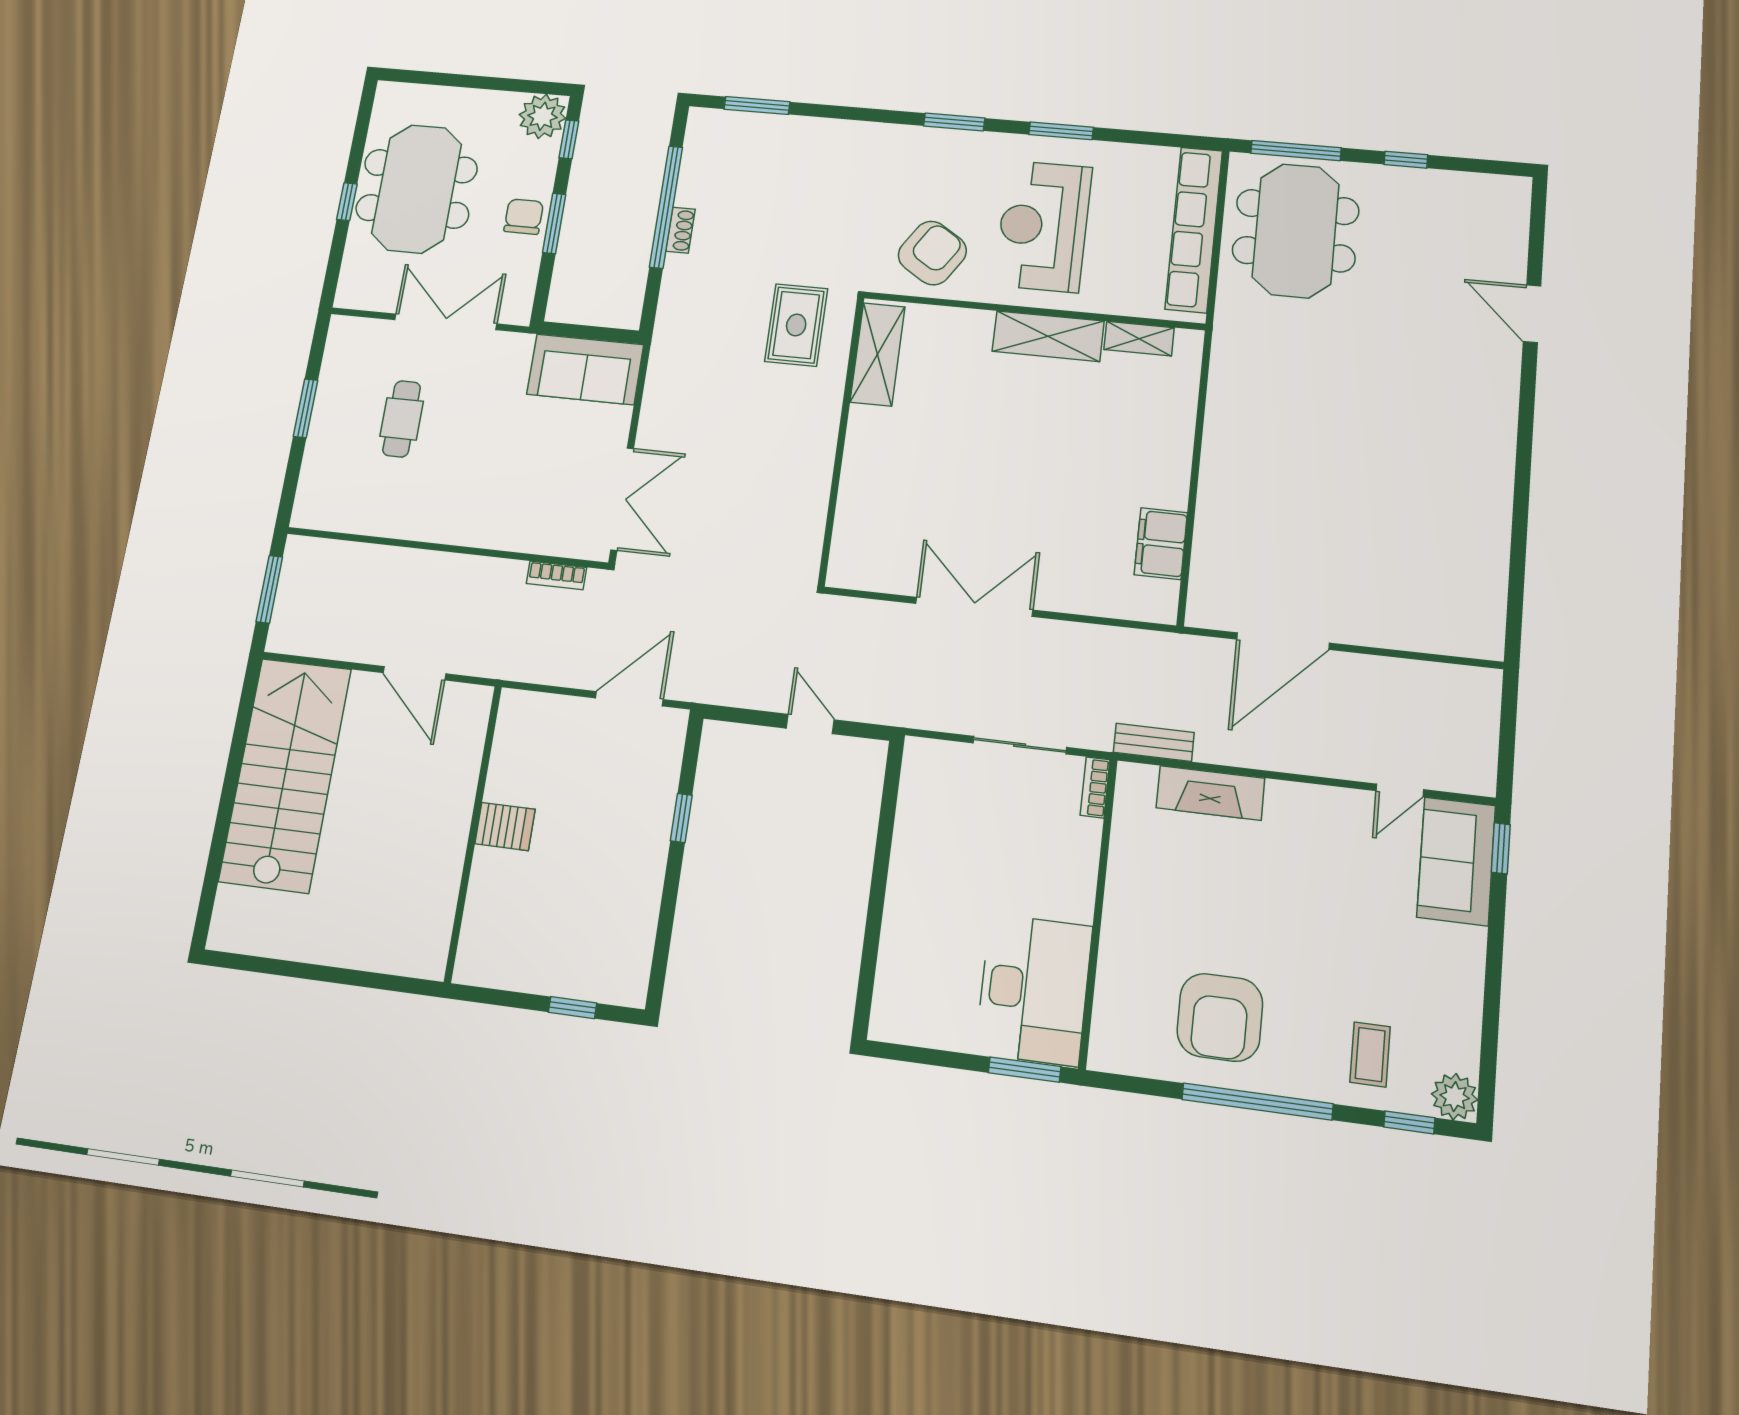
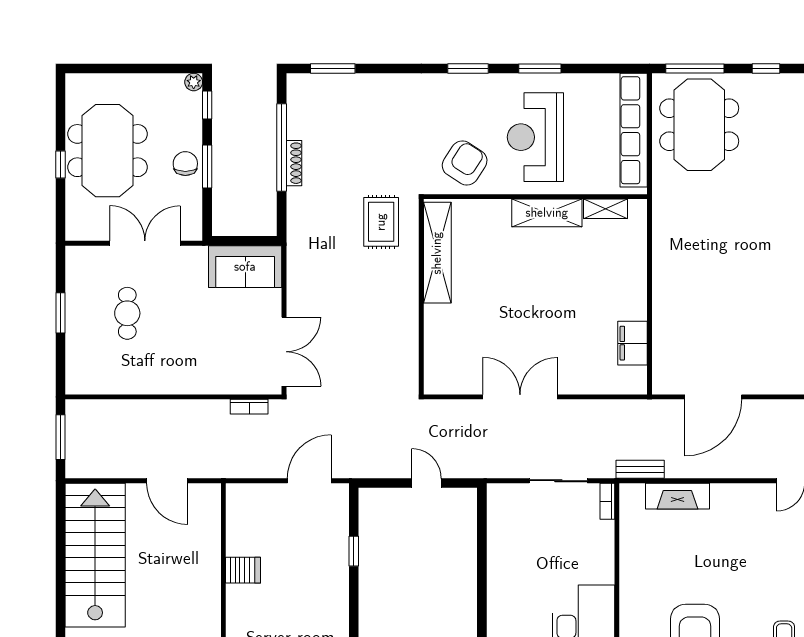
plant: (542, 116) -> (194, 82), width x0.53, depth x0.53
shoe rack: (680, 230) -> (294, 163), width x1.43
shelving: (878, 354) -> (437, 253), width x1.47

